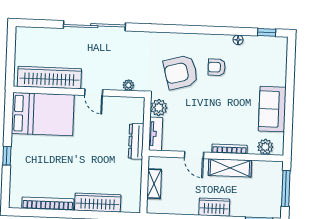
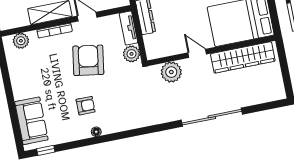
floor lamp: (238, 40) -> (96, 132), moved
armchair: (181, 72) -> (88, 60), moved, turned -66
plant: (128, 85) -> (171, 72), width x1.87, depth x1.87
sofa: (272, 109) -> (31, 121), moved

